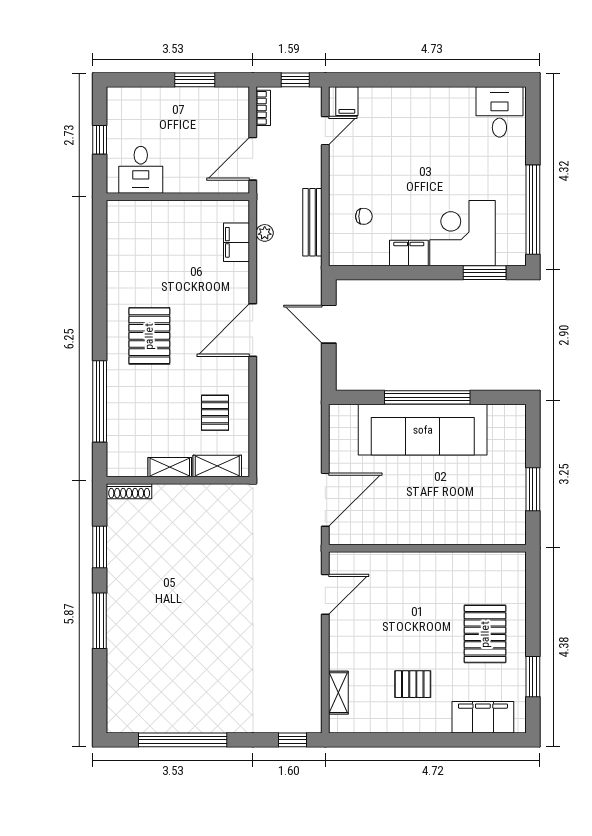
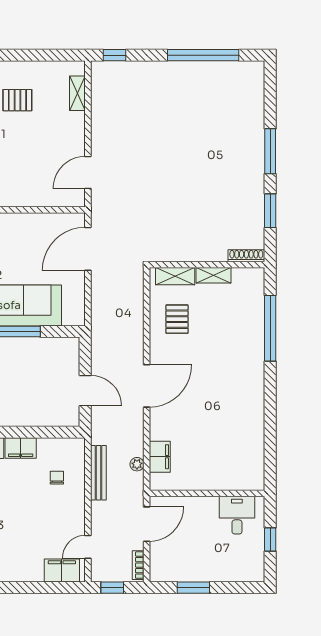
filing cabinet: (347, 101) -> (62, 571), width x2.00
chair: (364, 216) -> (57, 478), turned 90
pallet: (149, 336) -> (230, 381), removed

